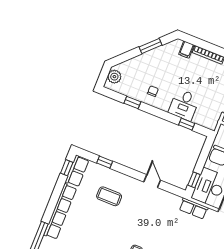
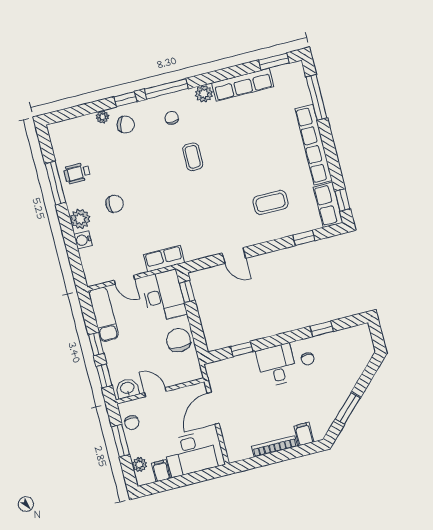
plant: (114, 77) -> (364, 343), removed
desk: (184, 105) -> (277, 365), moved

